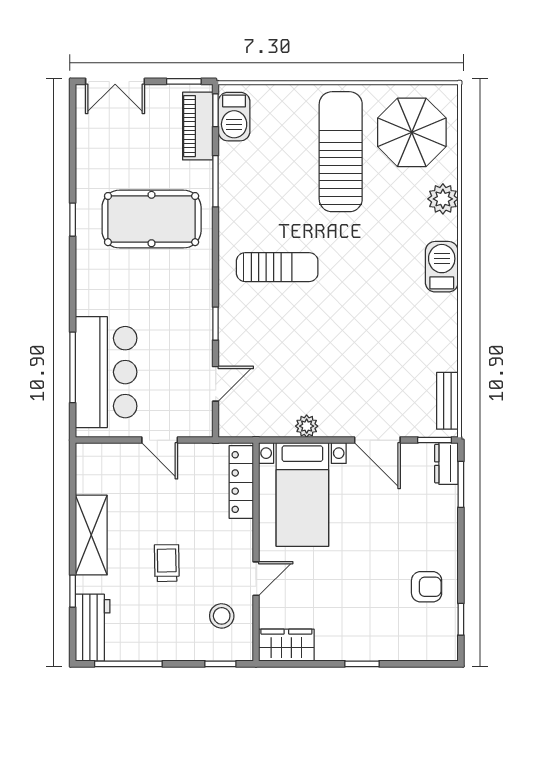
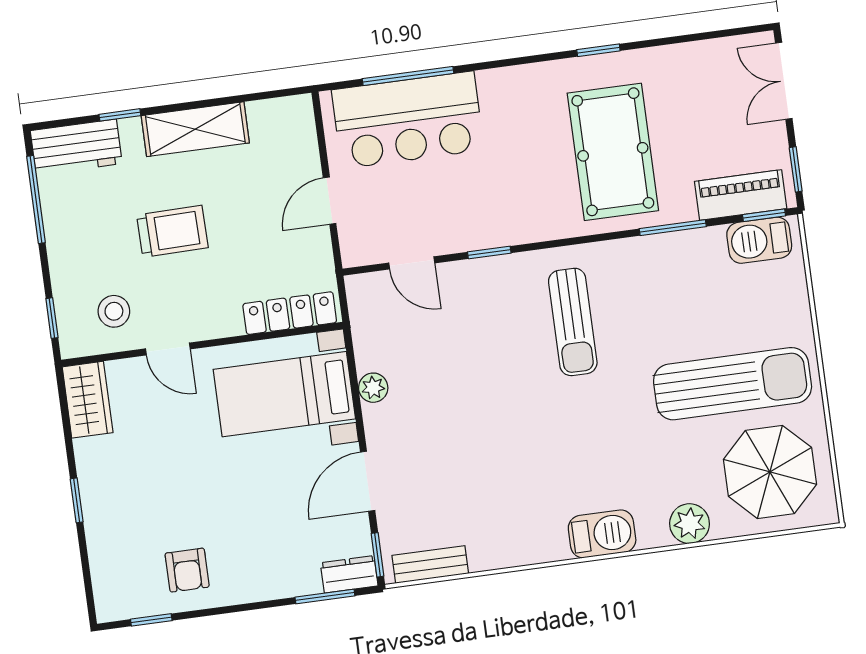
trolley: (167, 563) -> (172, 231), width x1.36, depth x1.39

